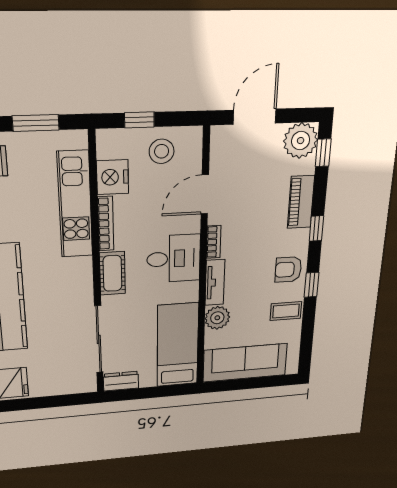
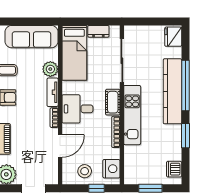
nightstand: (113, 177) -> (111, 169), moved
kitchen unit: (75, 205) -> (132, 115), moved
dresser: (121, 381) -> (98, 31), moved

